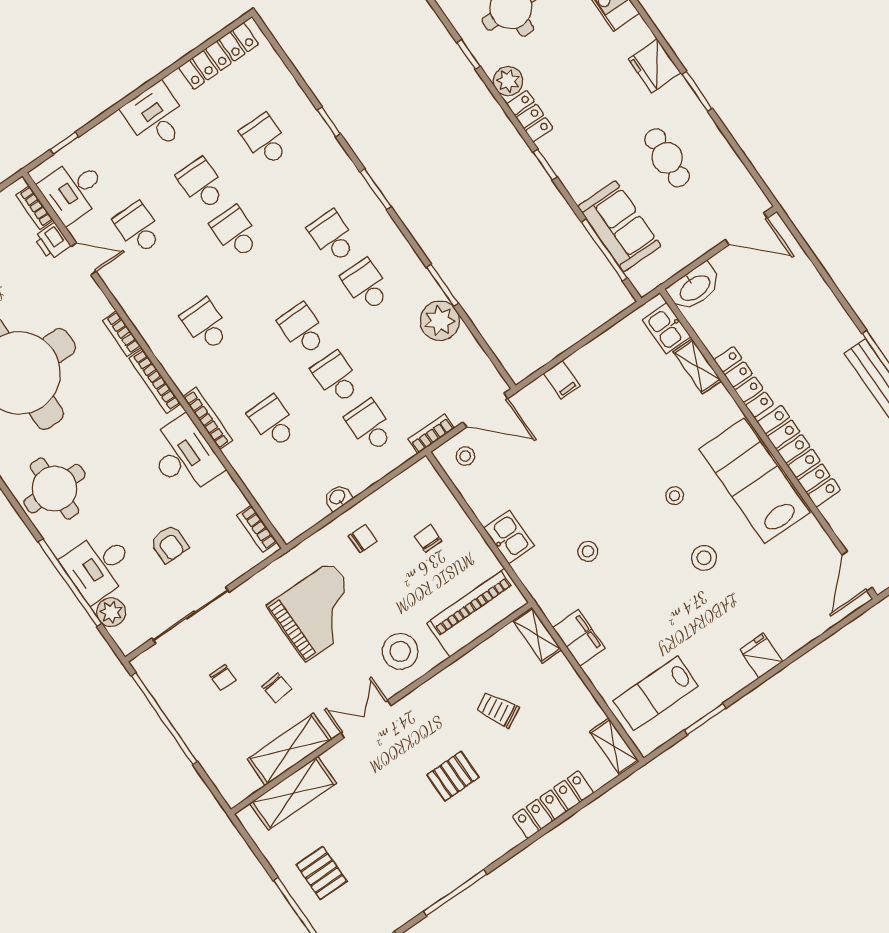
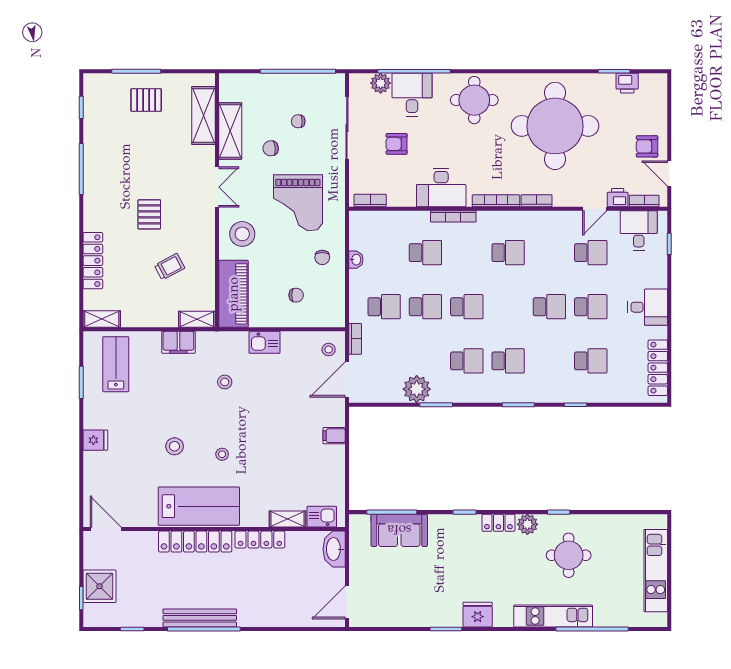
cafe table: (667, 158) -> (420, 585), removed

